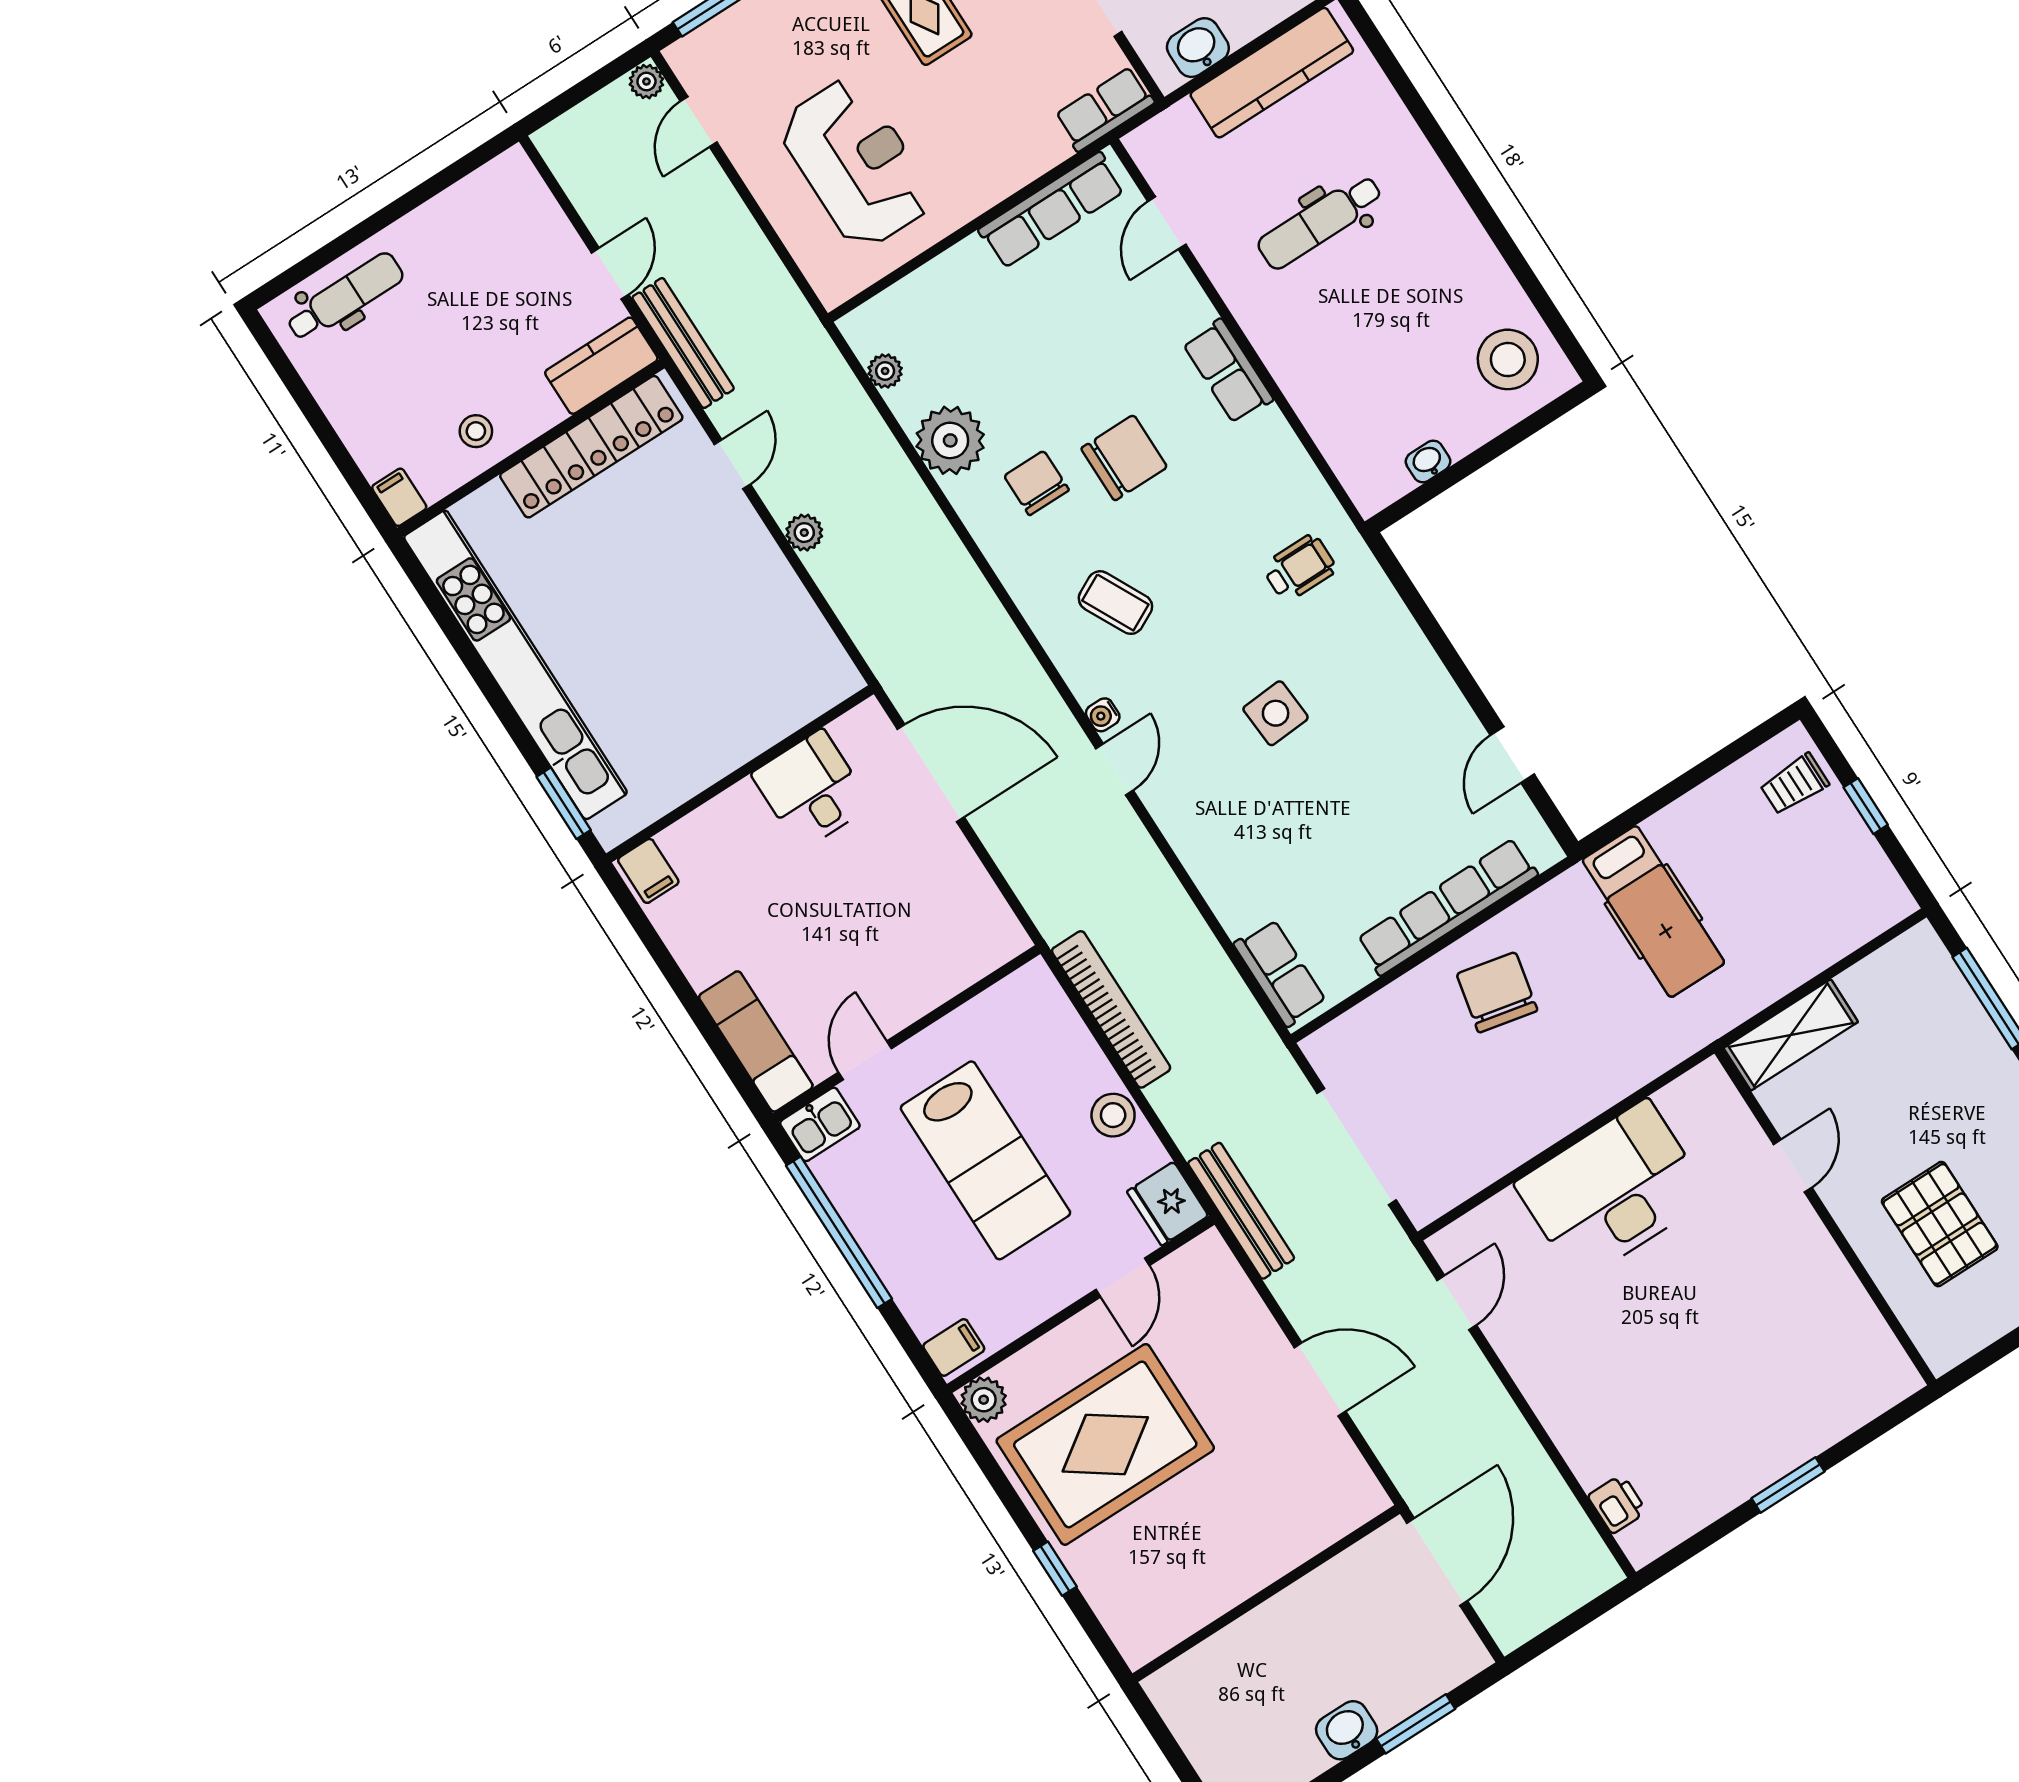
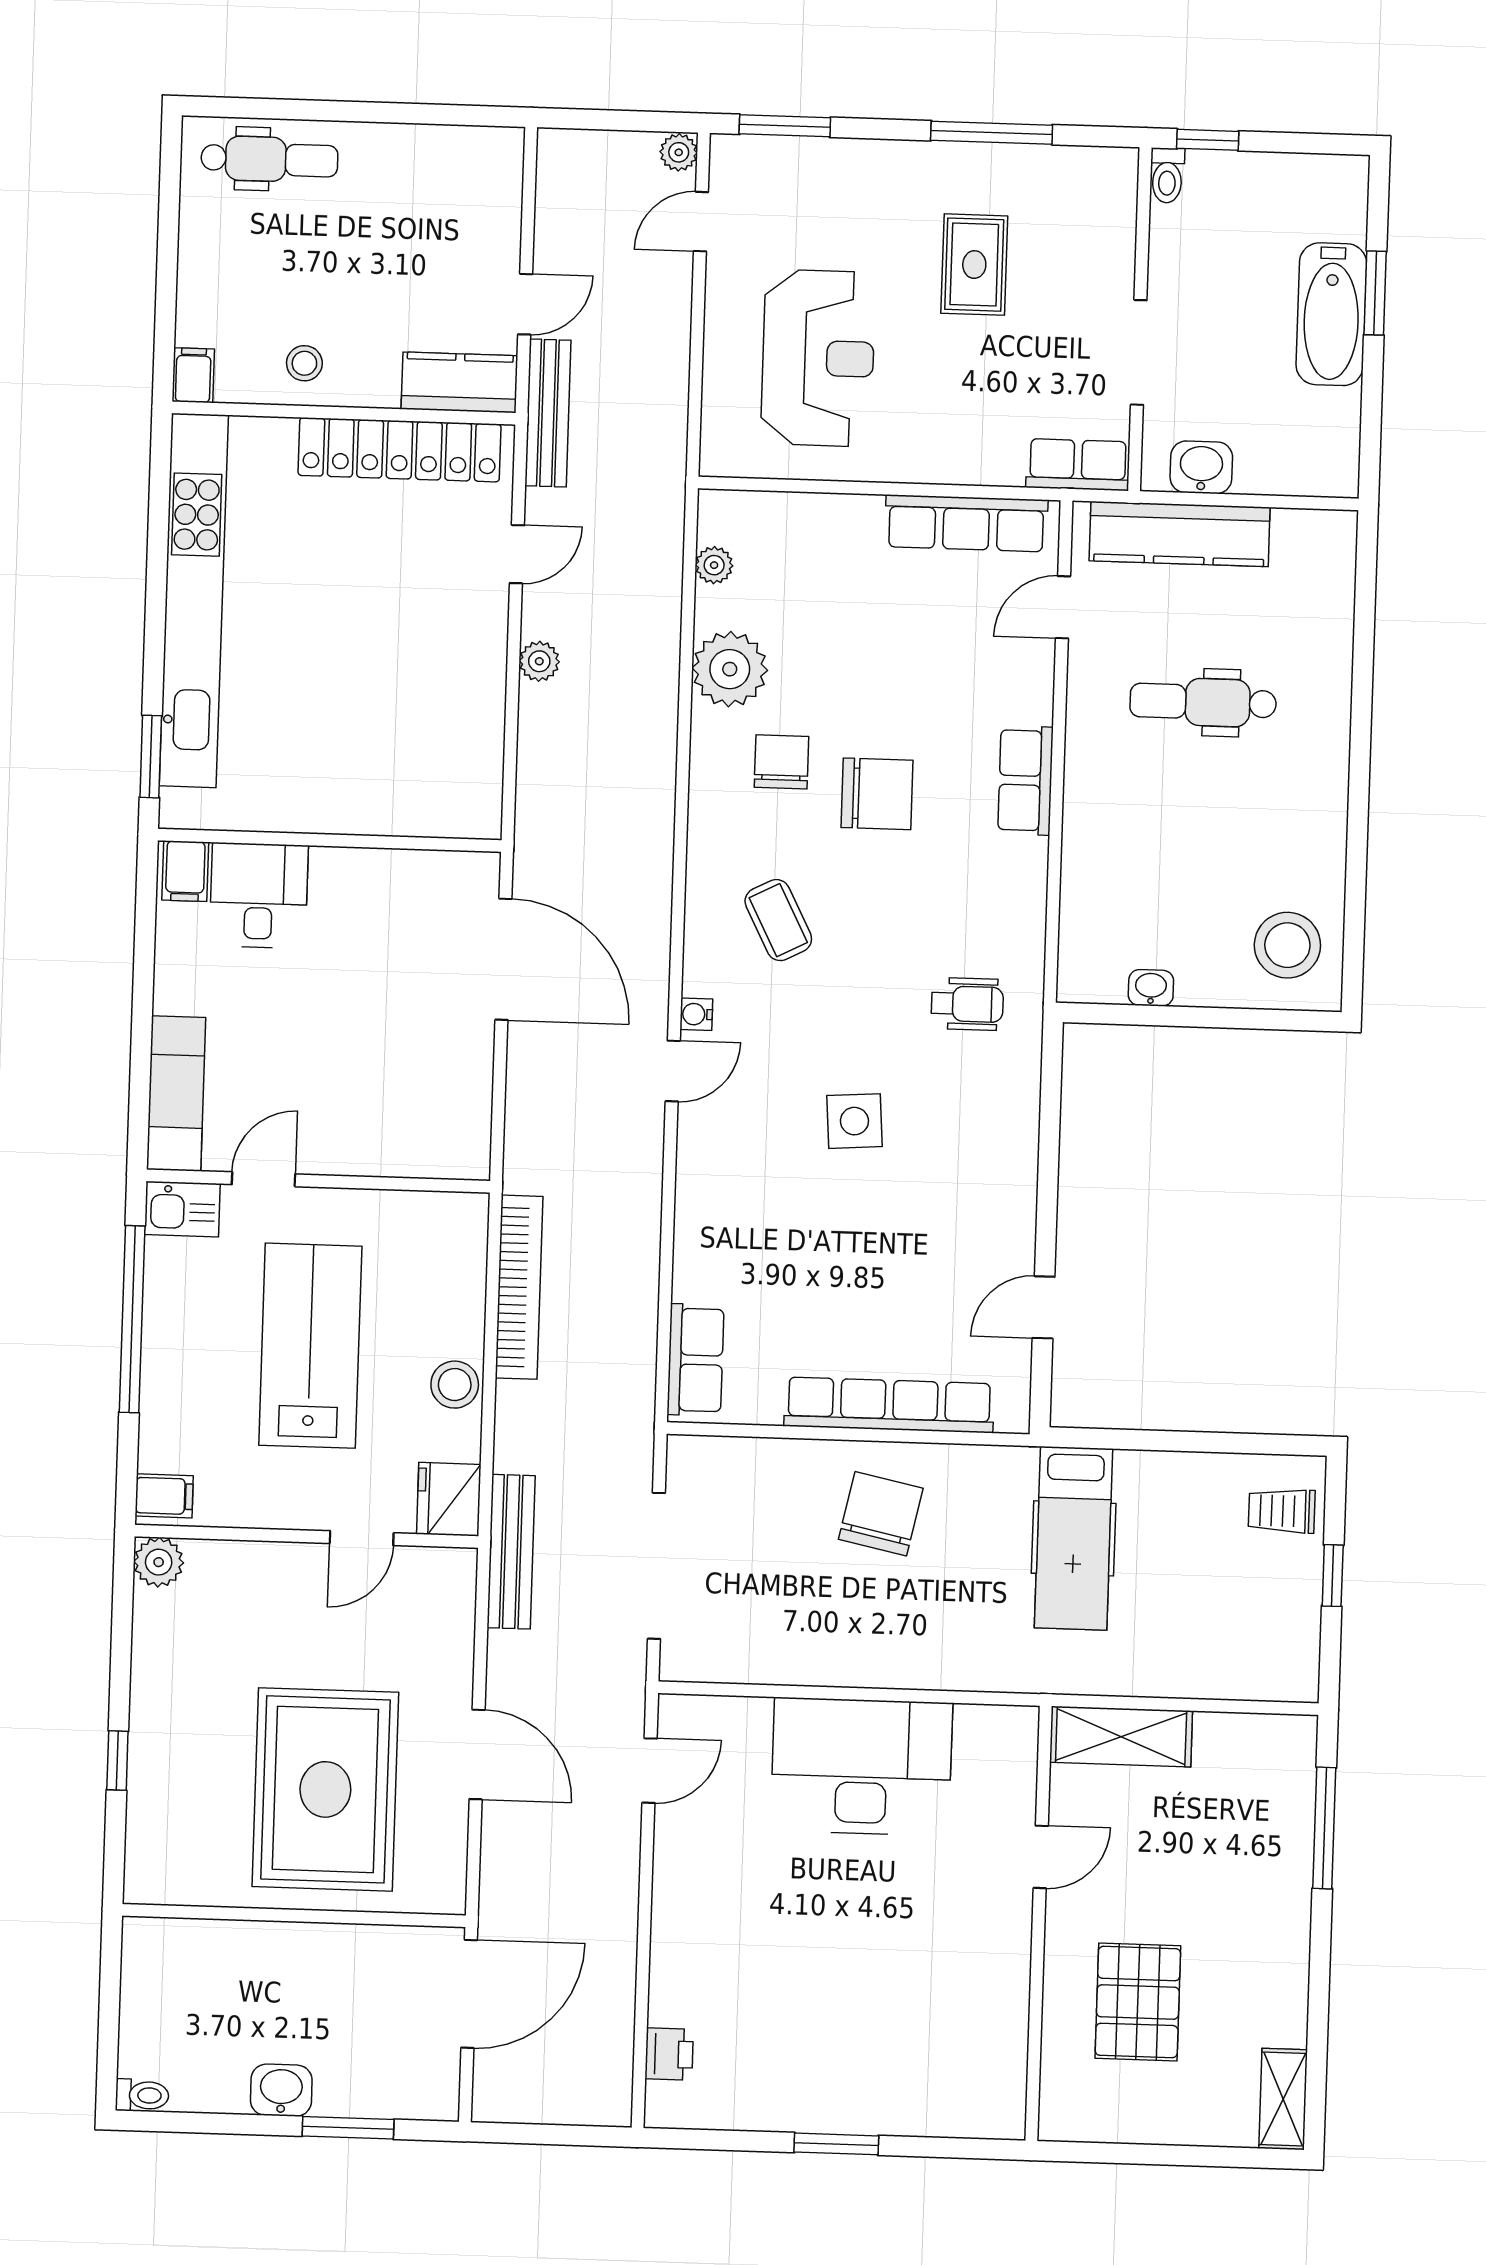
kitchen counter: (1272, 73) -> (1180, 534), moved
desk: (812, 790) -> (259, 895), moved
lab bench: (985, 1160) -> (310, 1346), turned 180
rug: (1105, 1444) -> (325, 1789), moved, turned 90

